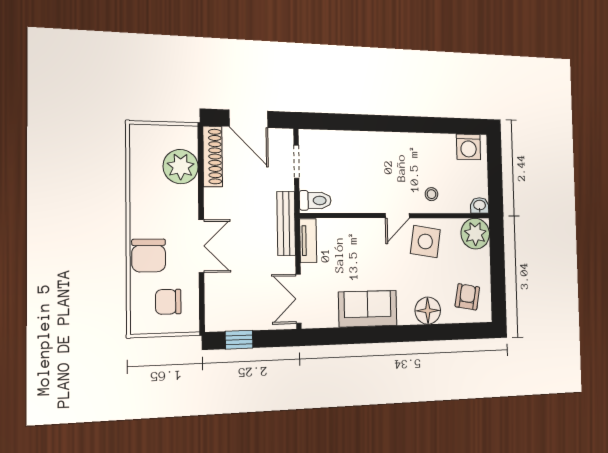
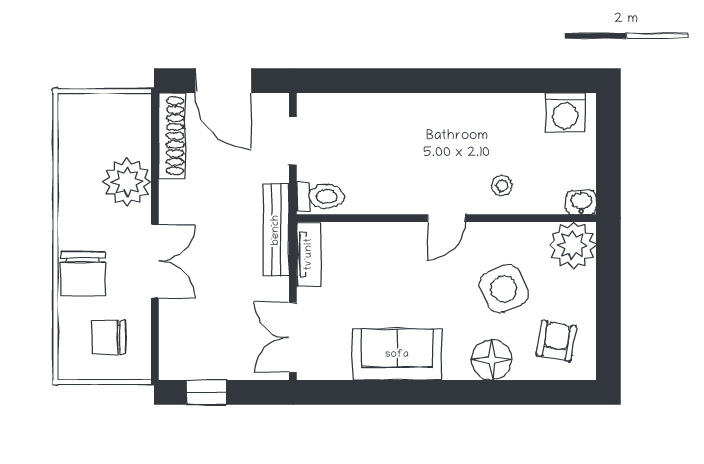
plant: (181, 167) -> (127, 182), moved
side table: (425, 241) -> (504, 289), moved, turned -32

